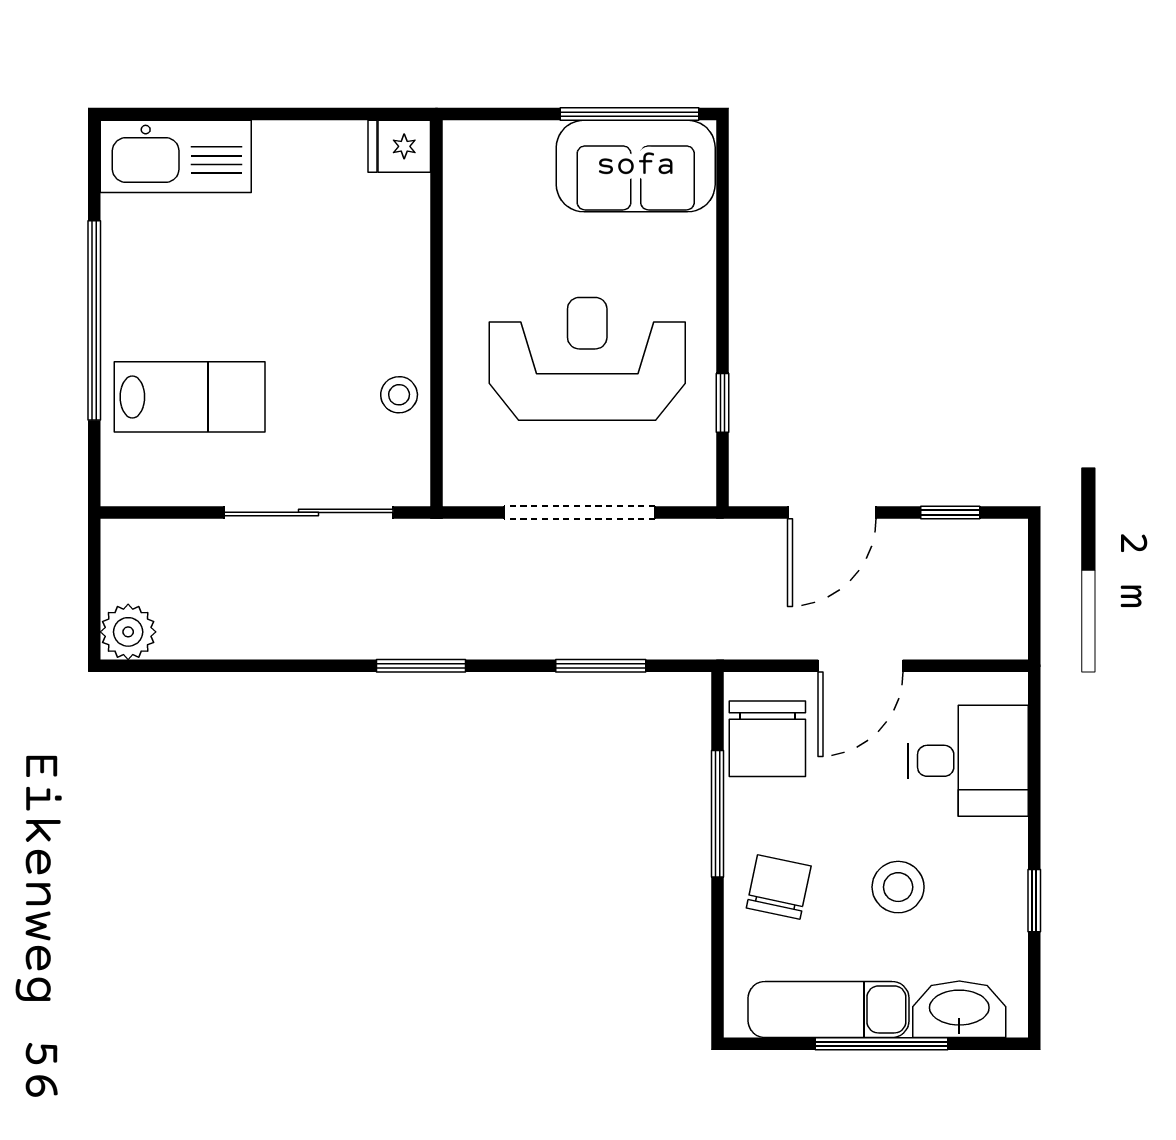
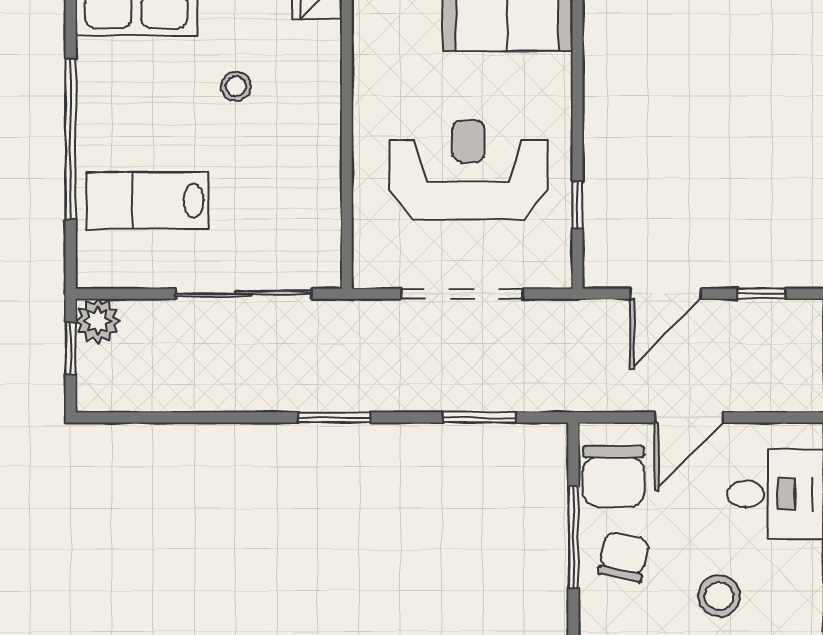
stool: (399, 395) -> (236, 86), moved
lab bench: (190, 397) -> (148, 200), turned 180
window: (94, 580) -> (71, 348), added
plant: (128, 632) -> (98, 321), moved
chair: (779, 887) -> (624, 557), moved

